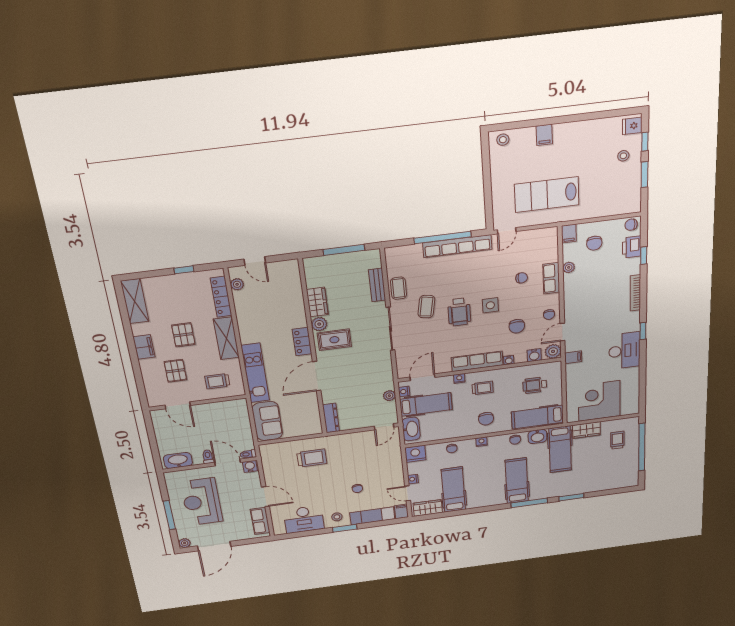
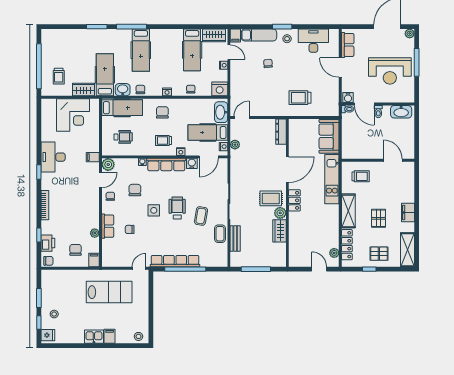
kitchen sink: (567, 132) -> (94, 337), added
water cooler: (534, 355) -> (192, 163), moved
pallet: (175, 371) -> (379, 254), moved, turned 90
reception desk: (202, 502) -> (390, 71), turned 90

